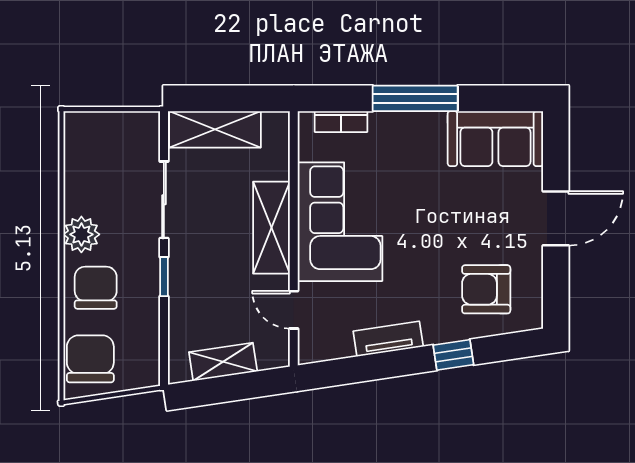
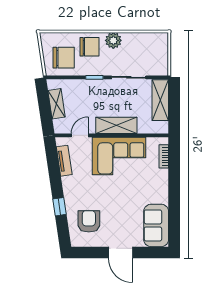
window: (415, 98) -> (174, 190), removed
tv unit: (388, 339) -> (64, 161), moved
chair: (90, 359) -> (64, 58), moved

